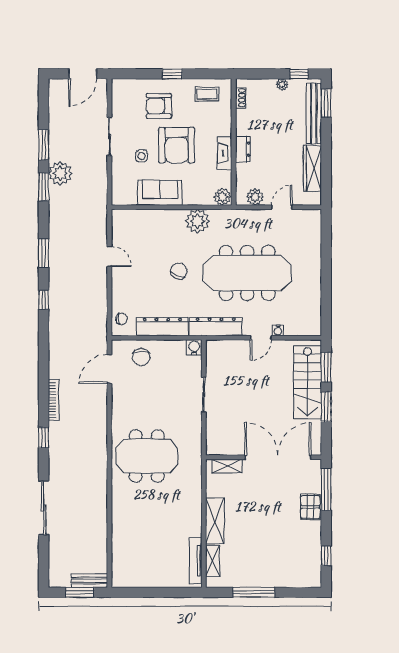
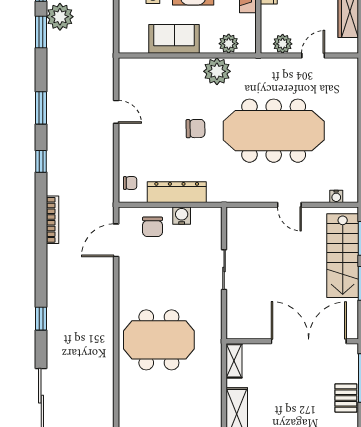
plant: (222, 197) -> (229, 44), moved
chair: (179, 271) -> (195, 129), turned 66
dresser: (216, 327) -> (238, 192), removed
water cooler: (278, 330) -> (336, 196), moved
door: (261, 338) -> (289, 205), hinge flipped
water cooler: (194, 347) -> (182, 216), moved
bookcase: (54, 400) -> (53, 220), moved
shelving: (227, 466) -> (234, 361), moved, turned 90

